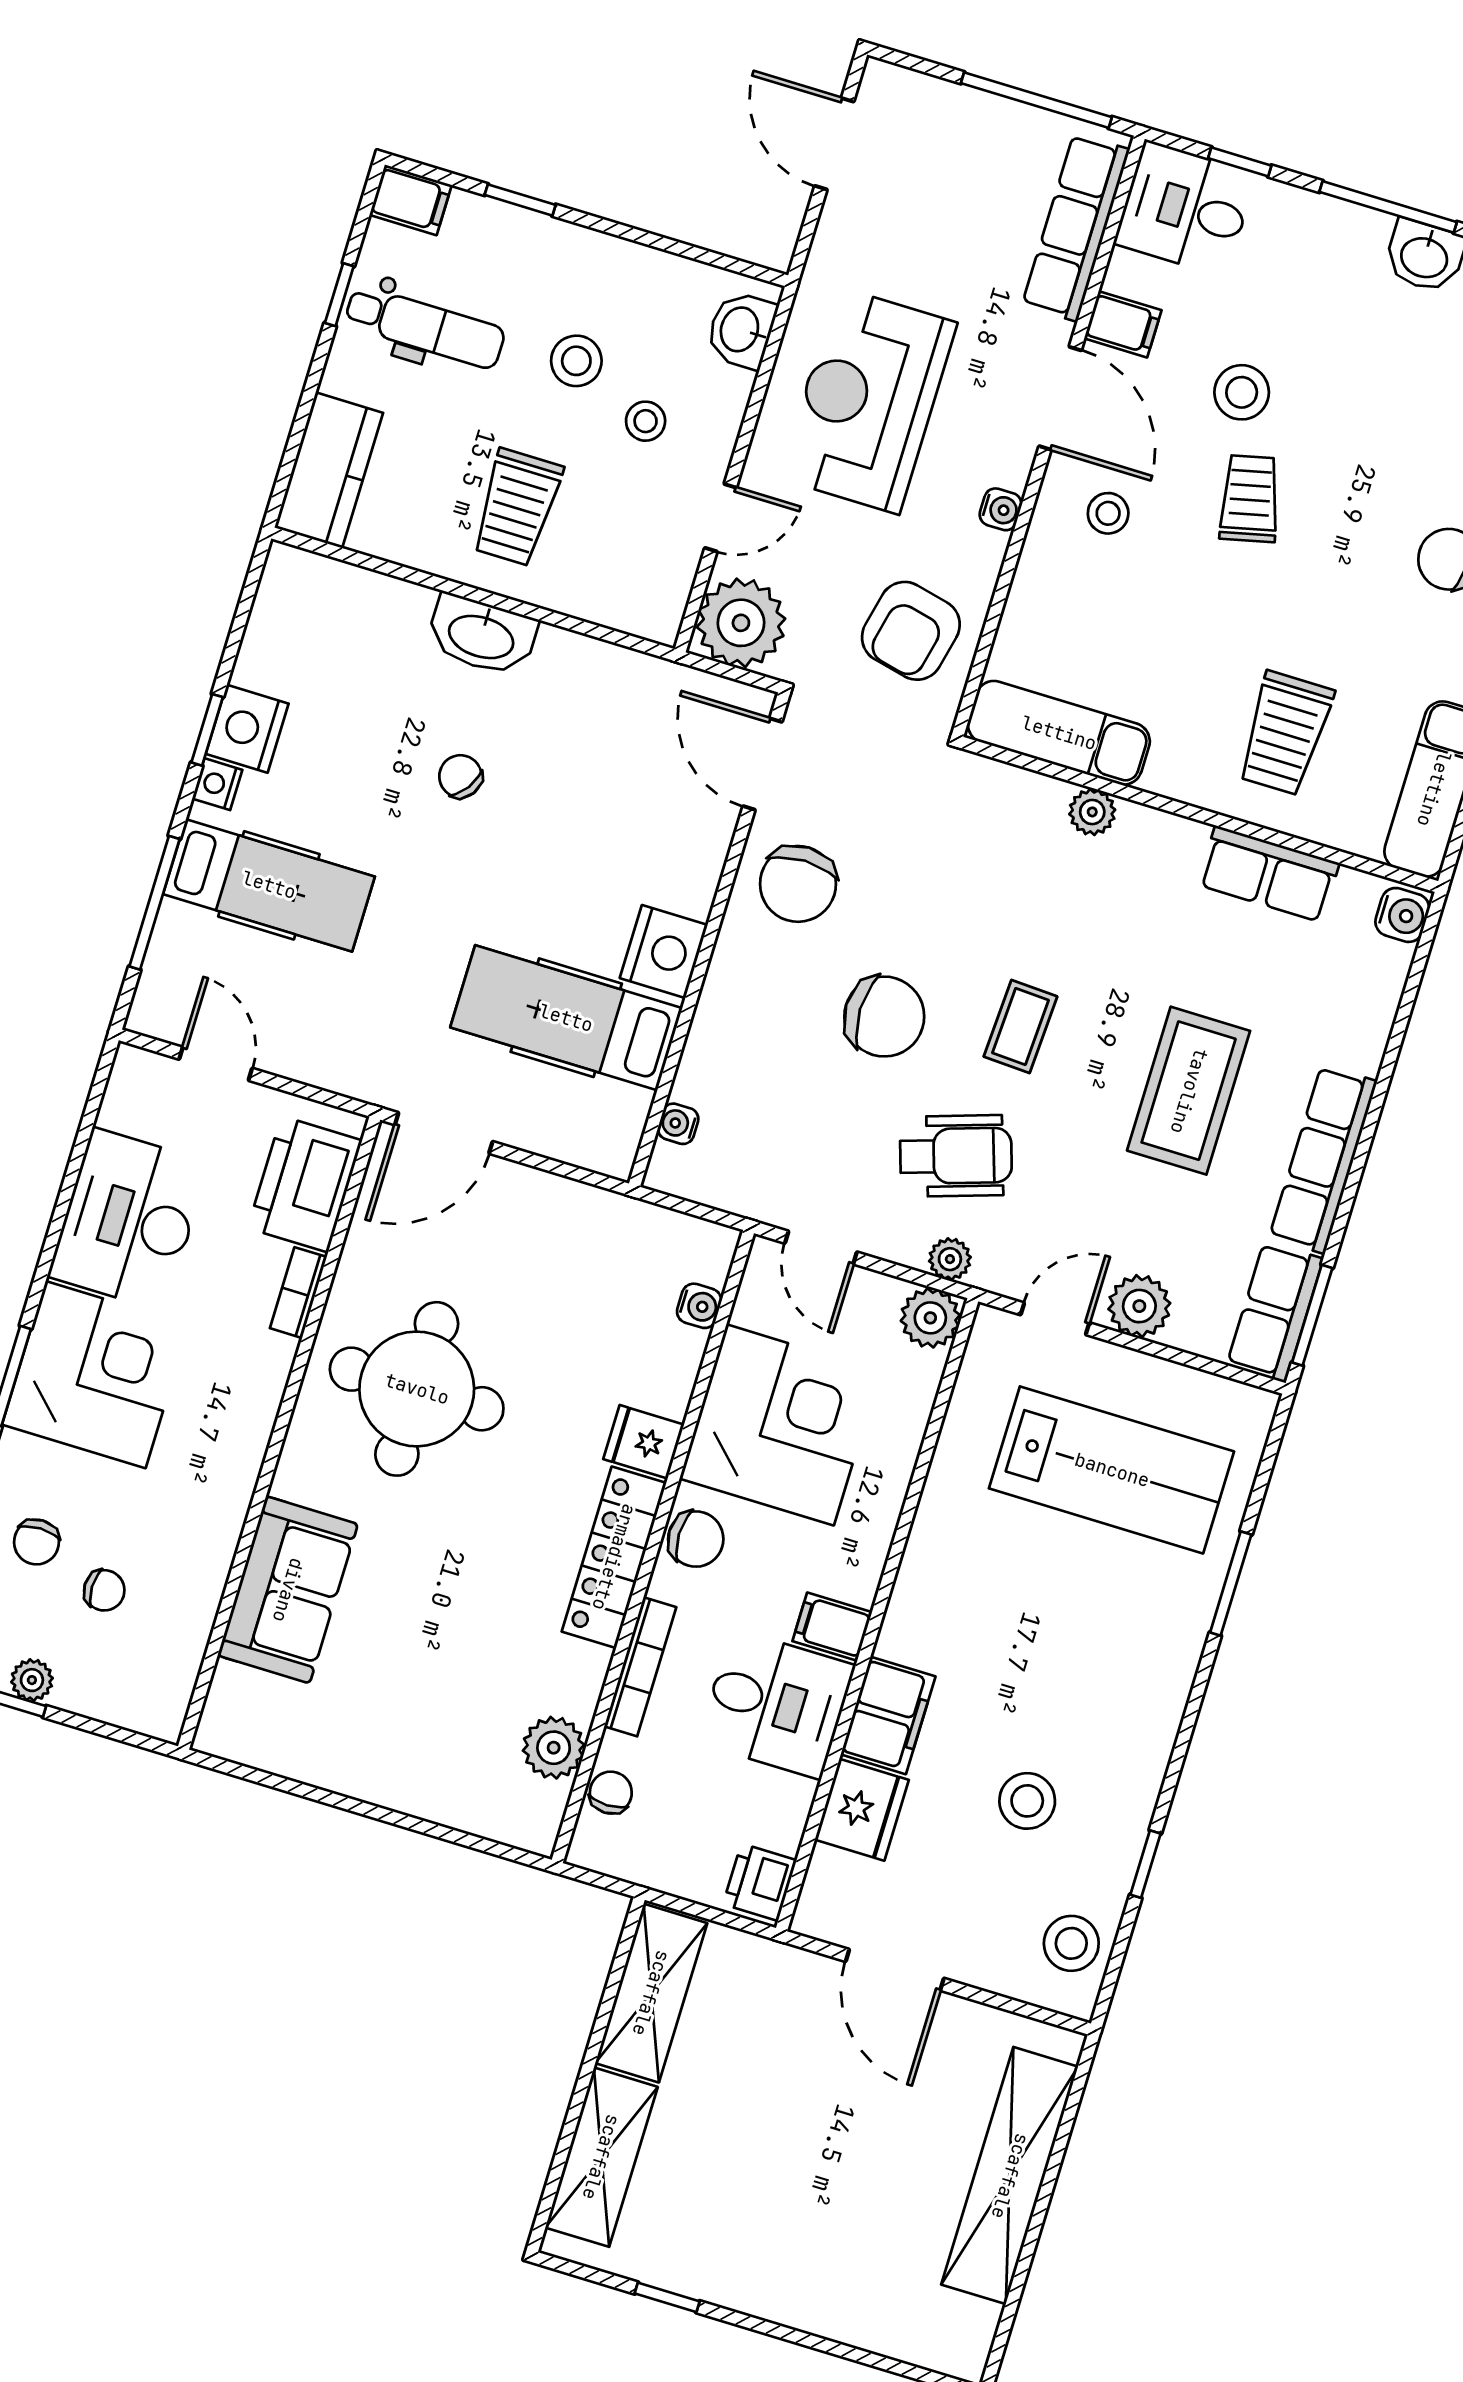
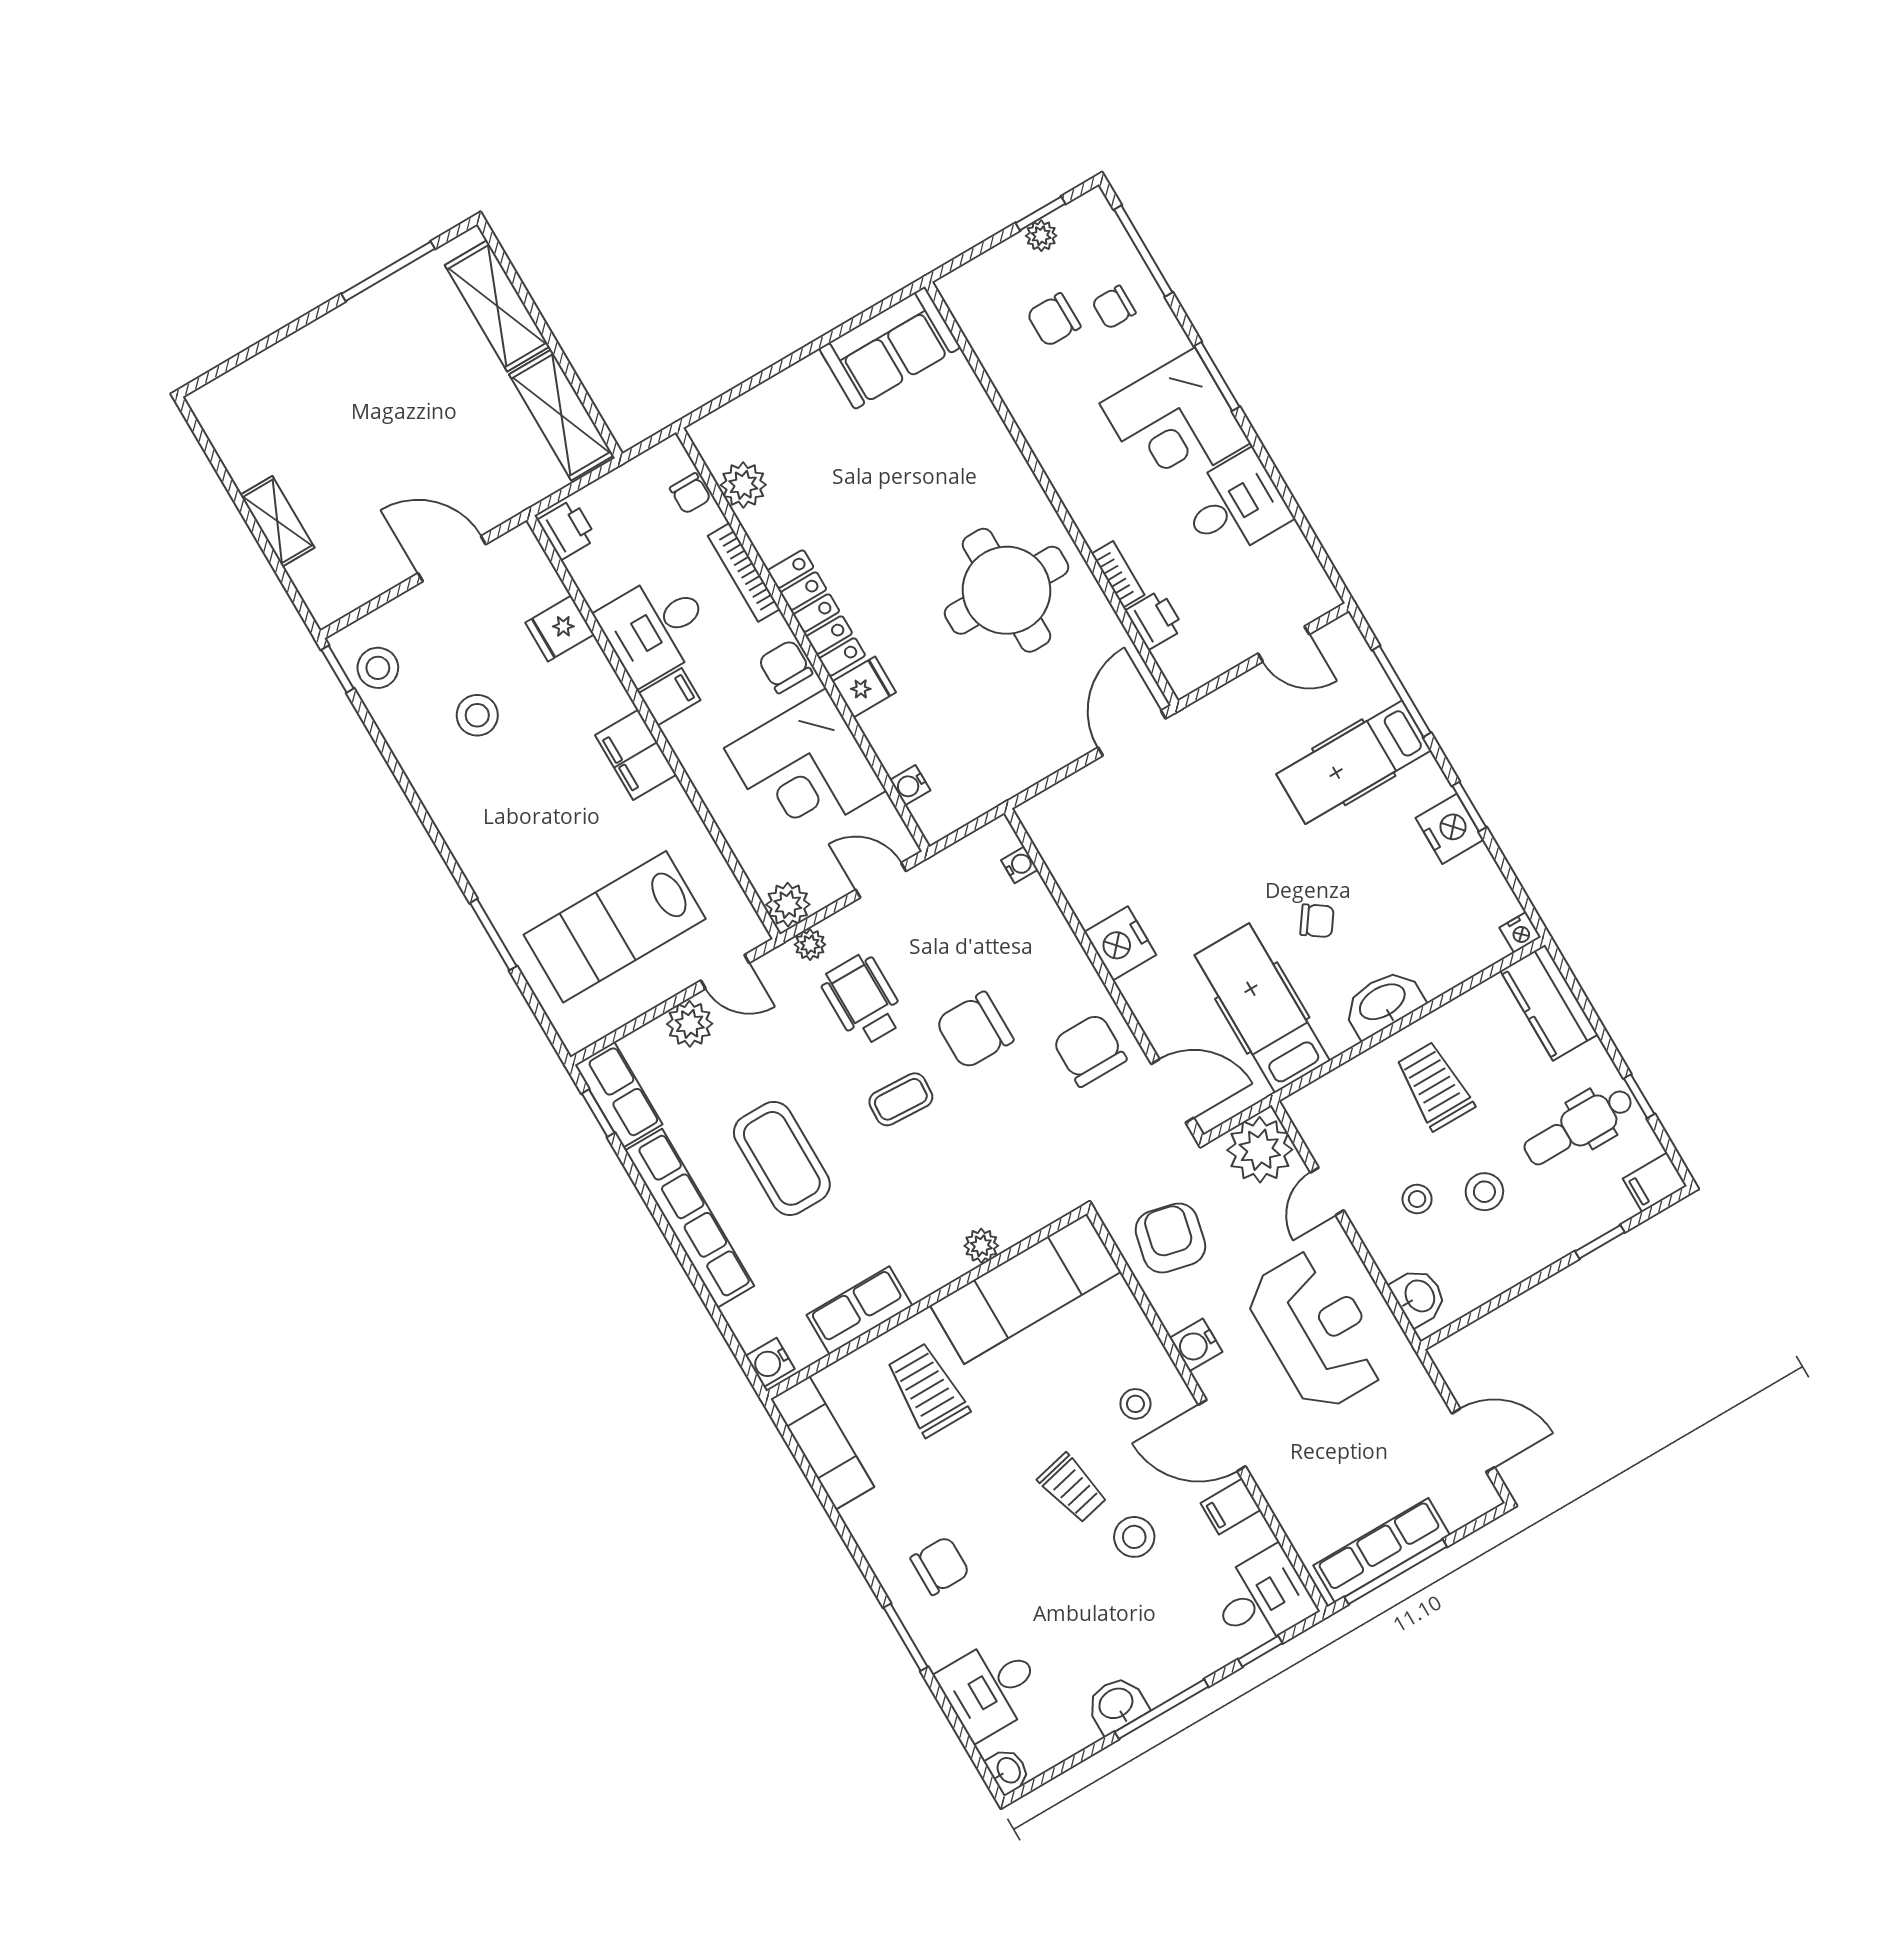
row of seats: (1076, 227) -> (1382, 1550), moved, turned -90
water cooler: (1001, 509) -> (1196, 1345), width x1.38, depth x1.38
exam couch: (1059, 733) -> (1026, 1289), width x1.36, depth x1.45
nightstand: (217, 784) -> (1520, 932), moved, turned 90
hospital bed: (566, 1018) -> (1262, 1008), moved, turned -90
coffee table: (1020, 1026) -> (901, 1099), turned 90
wheelchair: (956, 1156) -> (863, 1000), turned 108
row of seats: (1323, 1159) -> (690, 1218), width x1.36
printer: (305, 1184) -> (1155, 620), width x0.53, depth x0.68
desk: (129, 1219) -> (1235, 505), width x0.73
window: (1312, 1315) -> (598, 1113), width x0.67
door: (1055, 1319) -> (725, 972), hinge flipped
chair: (696, 1539) -> (785, 667), turned 90
chair: (36, 1542) -> (1114, 307), turned -90
chair: (104, 1590) -> (1054, 320), width x1.37, depth x1.37
sofa: (288, 1590) -> (890, 348), moved, turned -90
filing cabinet: (888, 1715) -> (636, 755), moved
fridge: (862, 1810) -> (560, 629), width x0.72
window: (1145, 1864) -> (338, 669), moved
shelving: (1010, 2176) -> (277, 521), width x0.45, depth x0.75
window: (667, 2297) -> (388, 271), width x2.17

